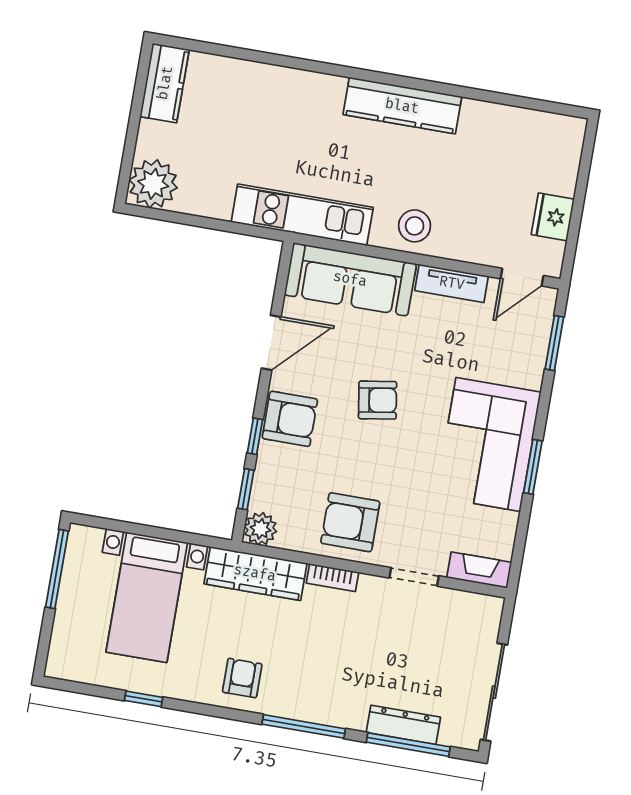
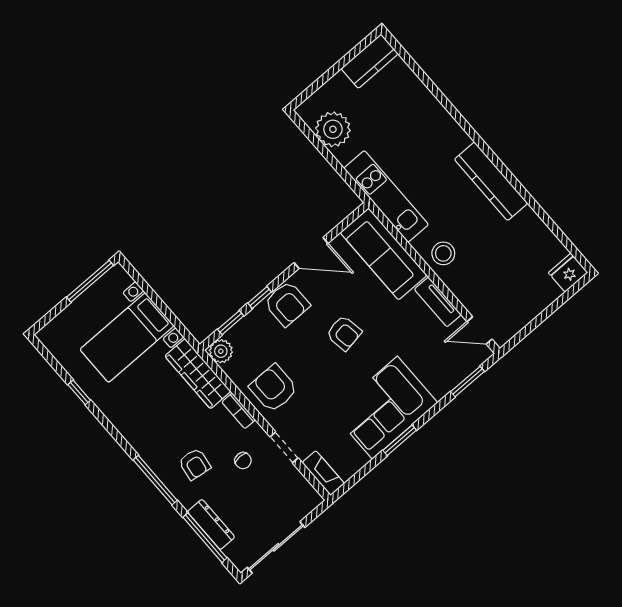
plant: (153, 184) -> (333, 129), moved
fridge: (553, 217) -> (568, 273), moved
chair: (381, 627) -> (243, 461), added
armchair: (242, 678) -> (195, 464), moved, turned 98

